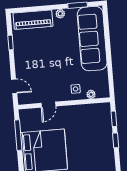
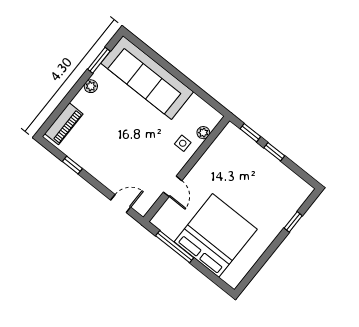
piano: (33, 20) -> (64, 124), width x0.73, depth x0.75

